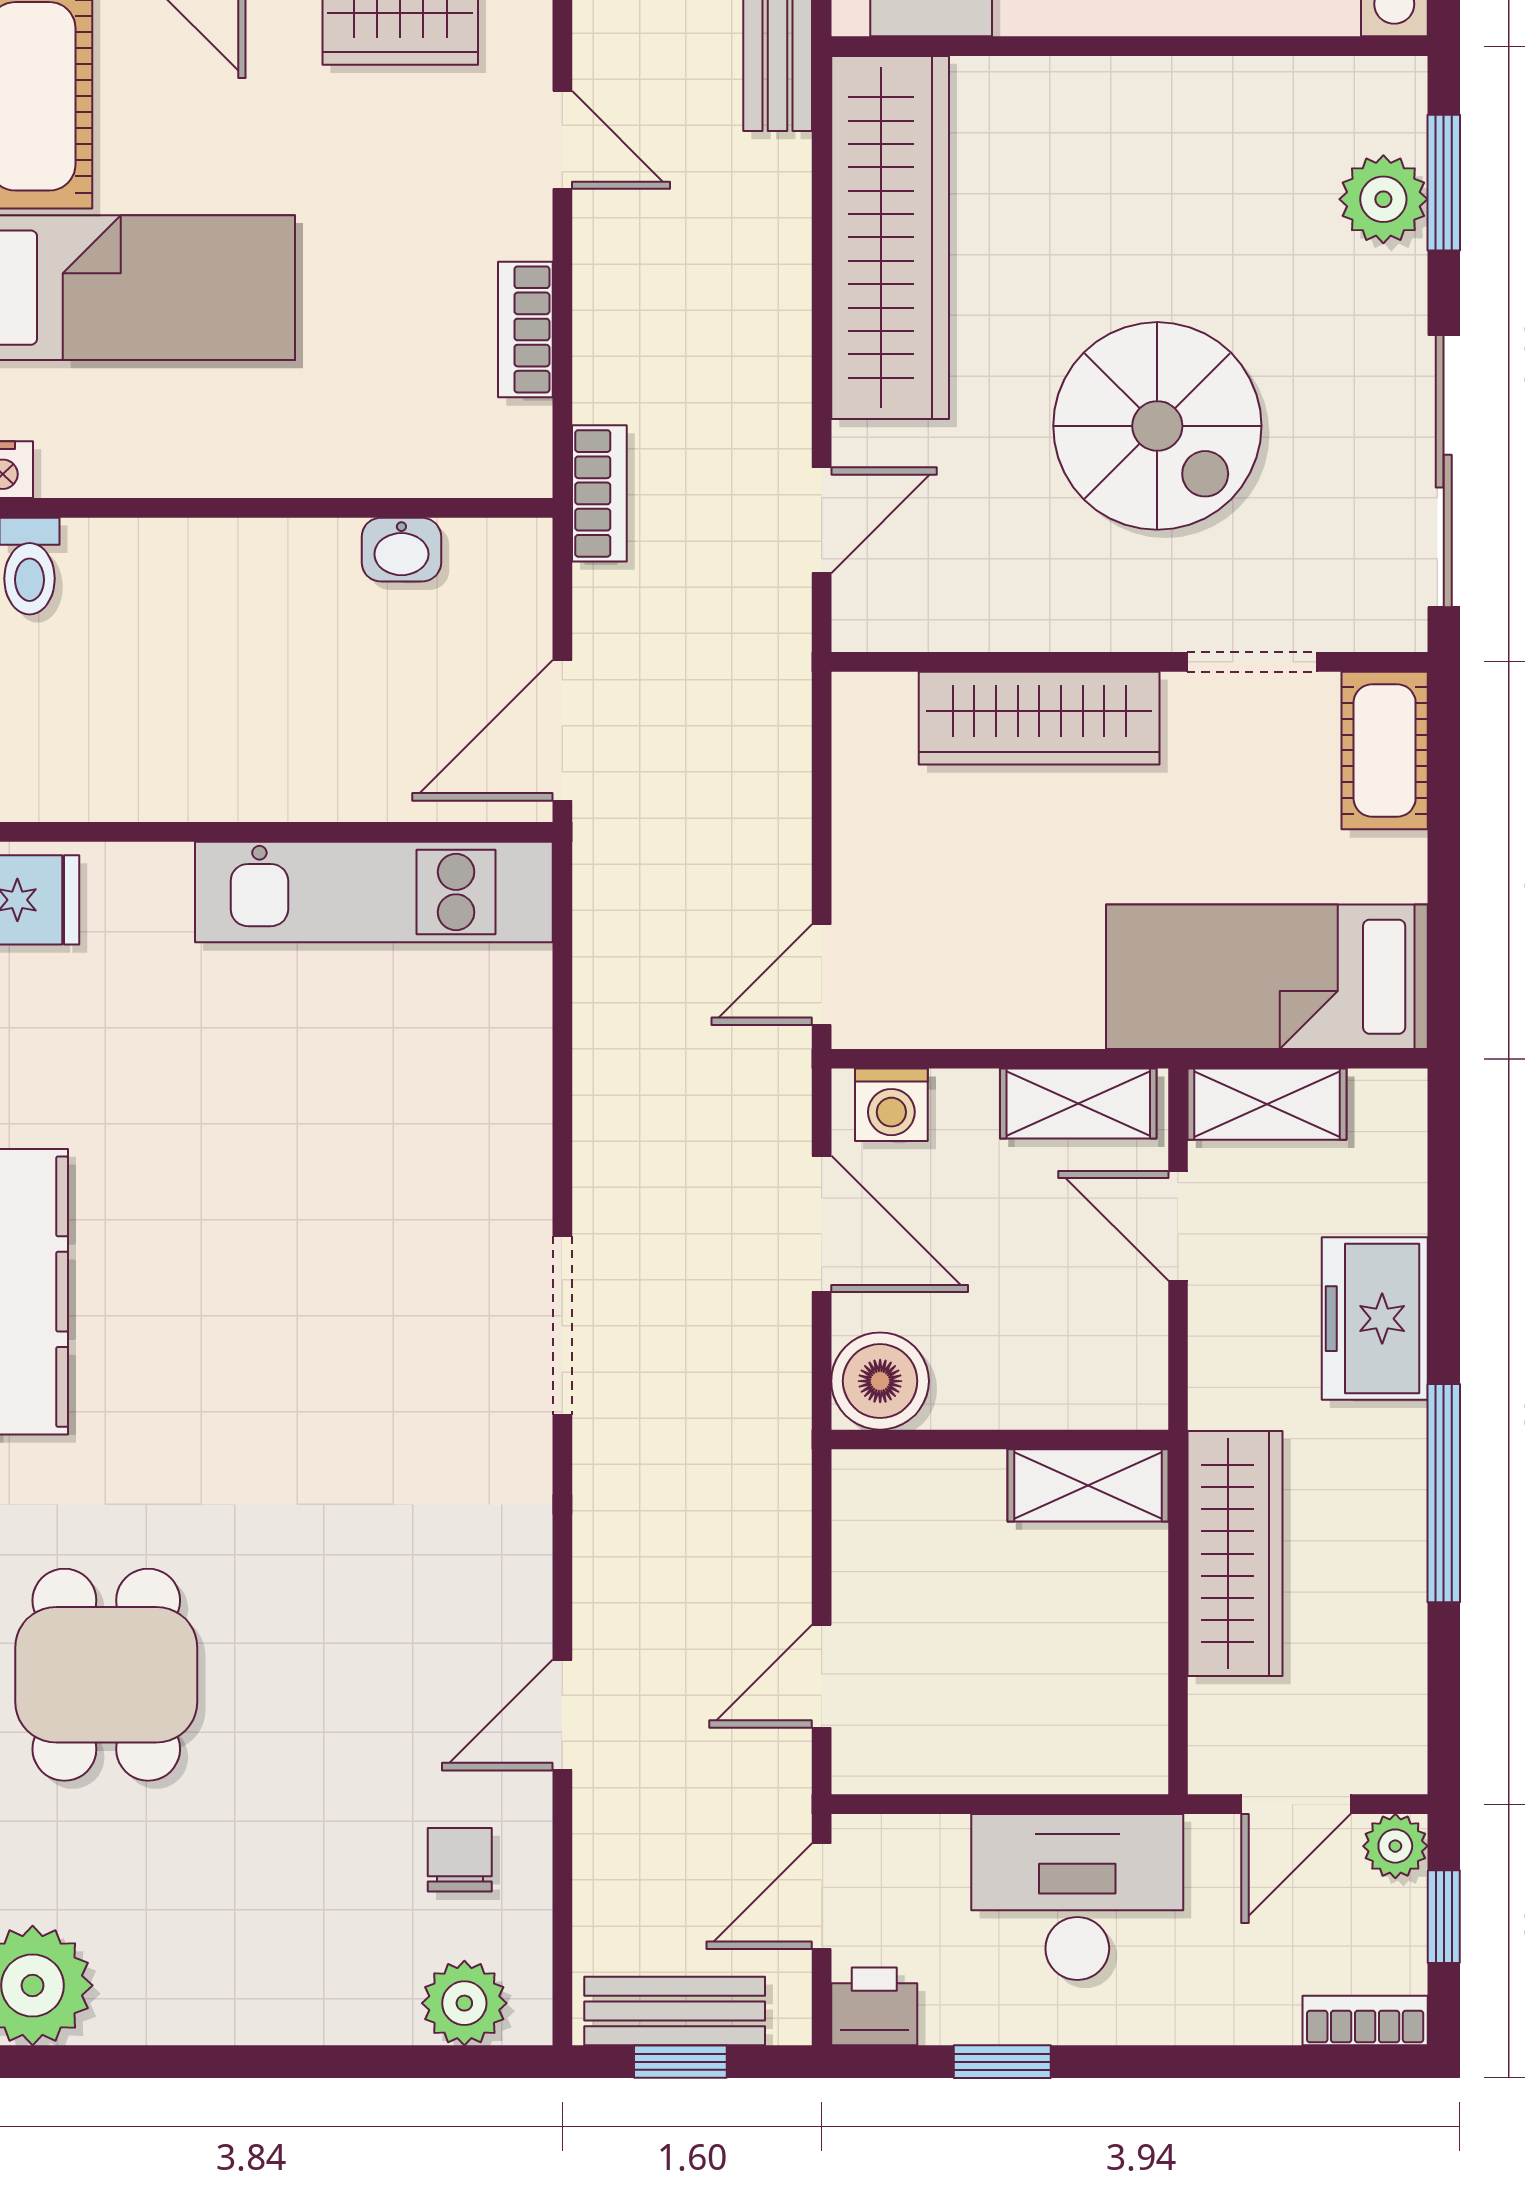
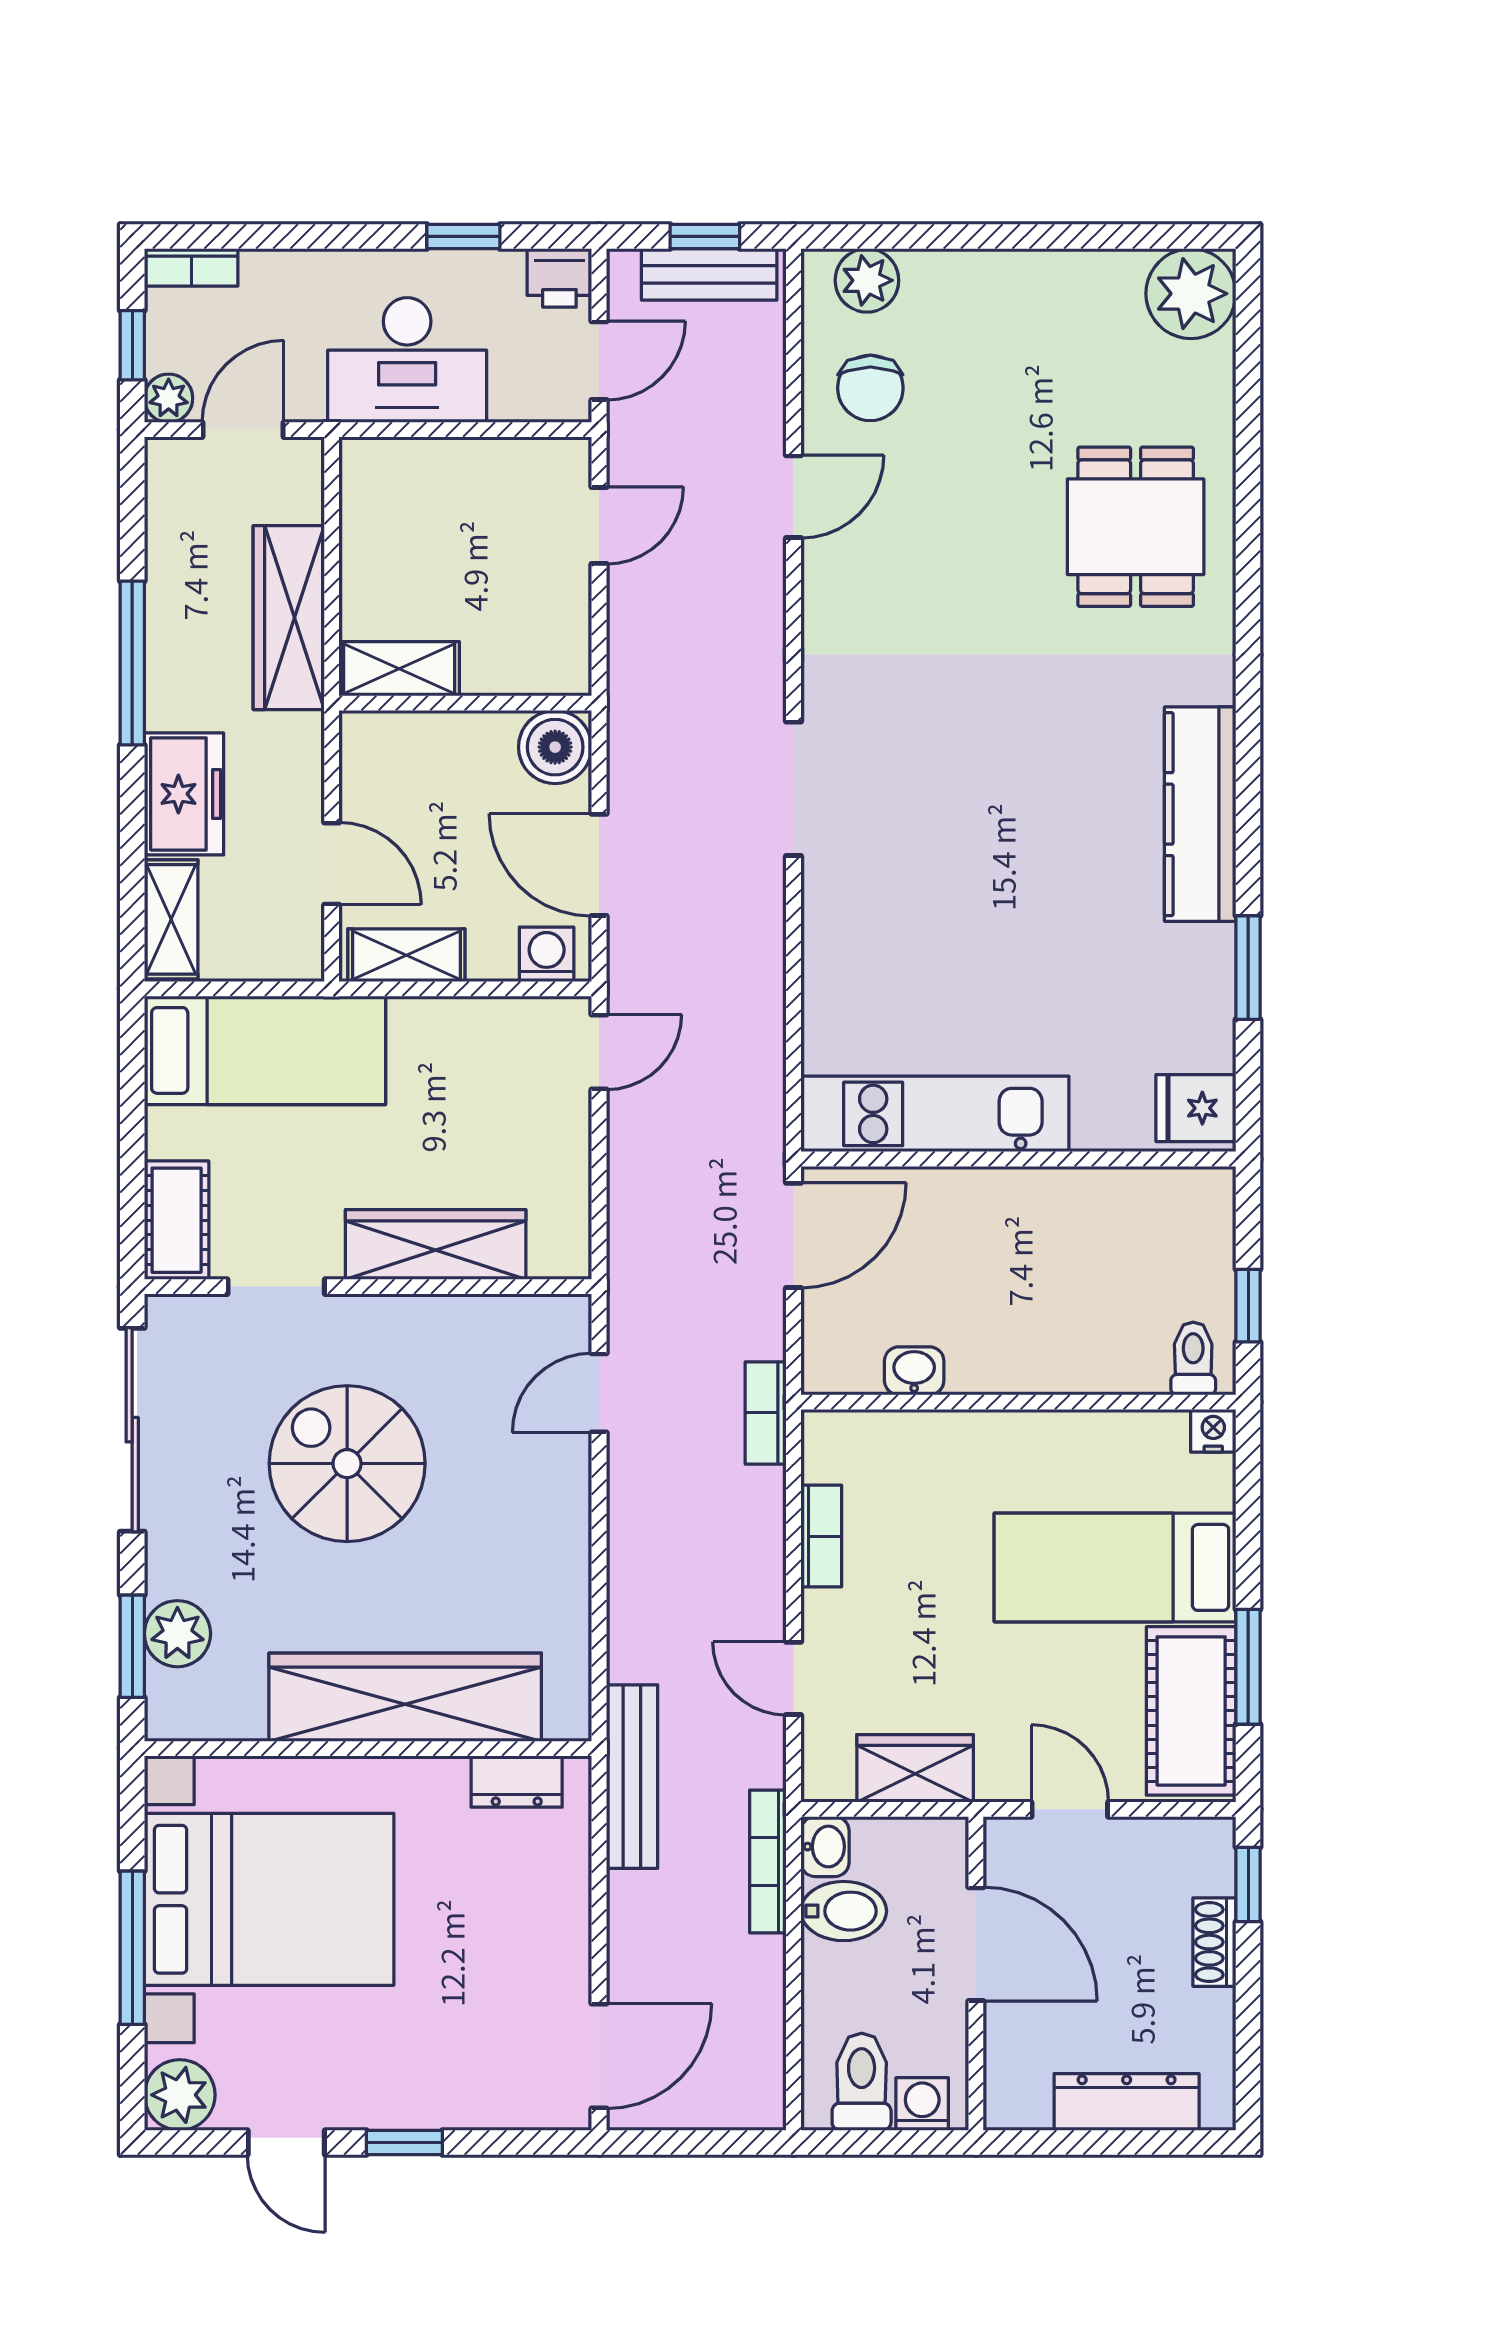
wardrobe: (890, 237) -> (405, 1697), moved, turned 90
shelving: (1267, 1104) -> (171, 919), moved, turned 90
chair: (460, 1860) -> (870, 388), width x1.37, depth x1.37

